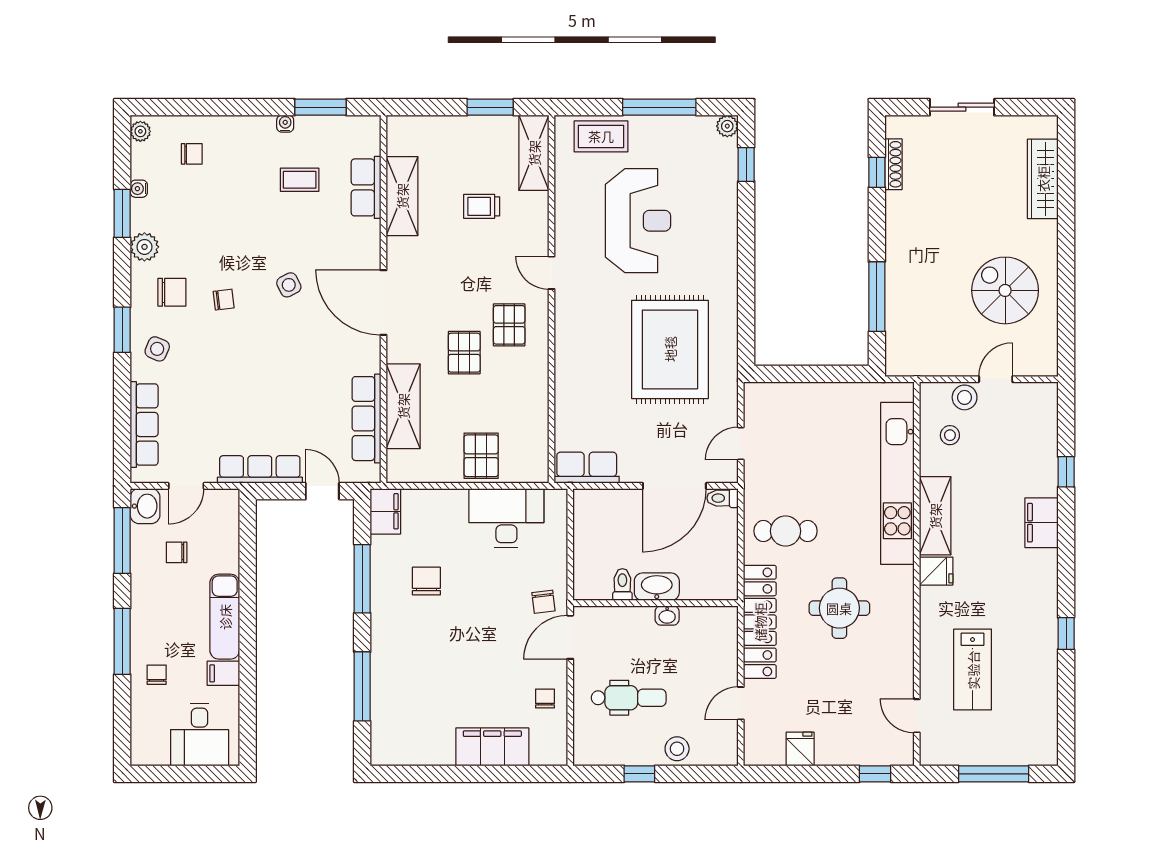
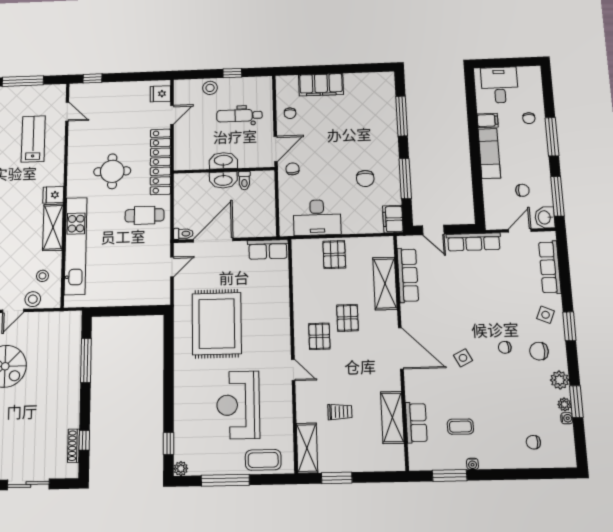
plant: (140, 131) -> (564, 404), moved
washbasin: (667, 615) -> (223, 161), width x1.91, depth x1.45
fridge: (800, 749) -> (160, 94), moved, turned 90

